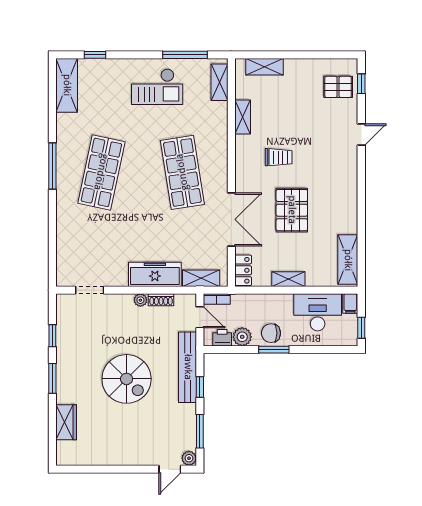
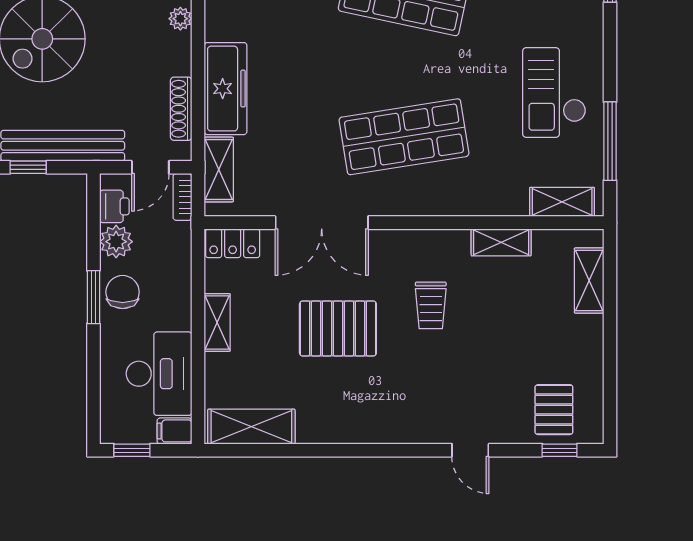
plant: (140, 300) -> (180, 19), moved
shoe rack: (161, 300) -> (181, 109), width x1.43

